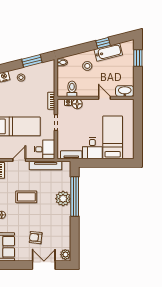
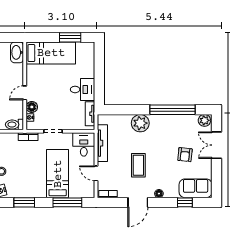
toilet: (72, 89) -> (14, 125), moved
door: (104, 98) -> (25, 93), moved
bed: (113, 137) -> (51, 53), moved, turned 180
window: (138, 137) -> (70, 37), added
window: (75, 197) -> (172, 110), moved

